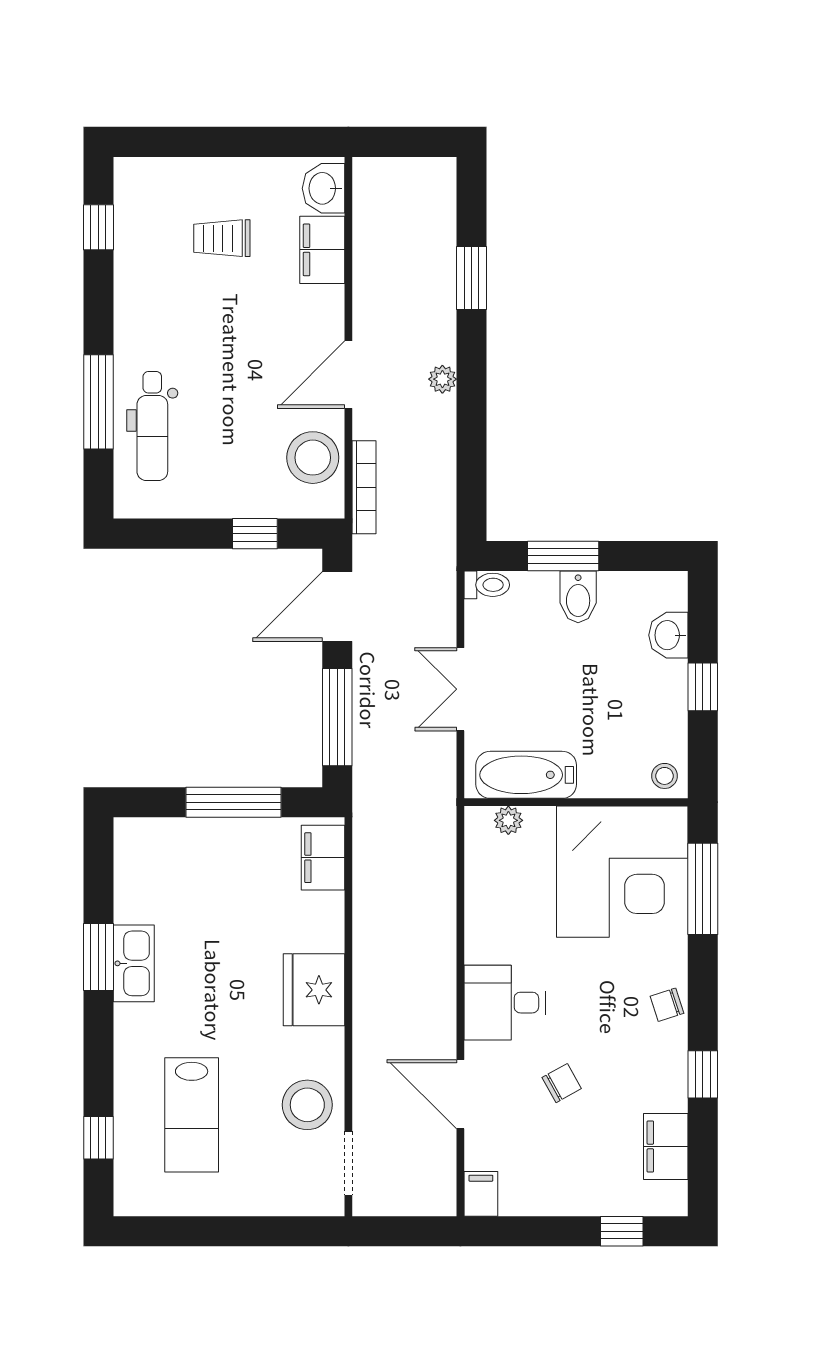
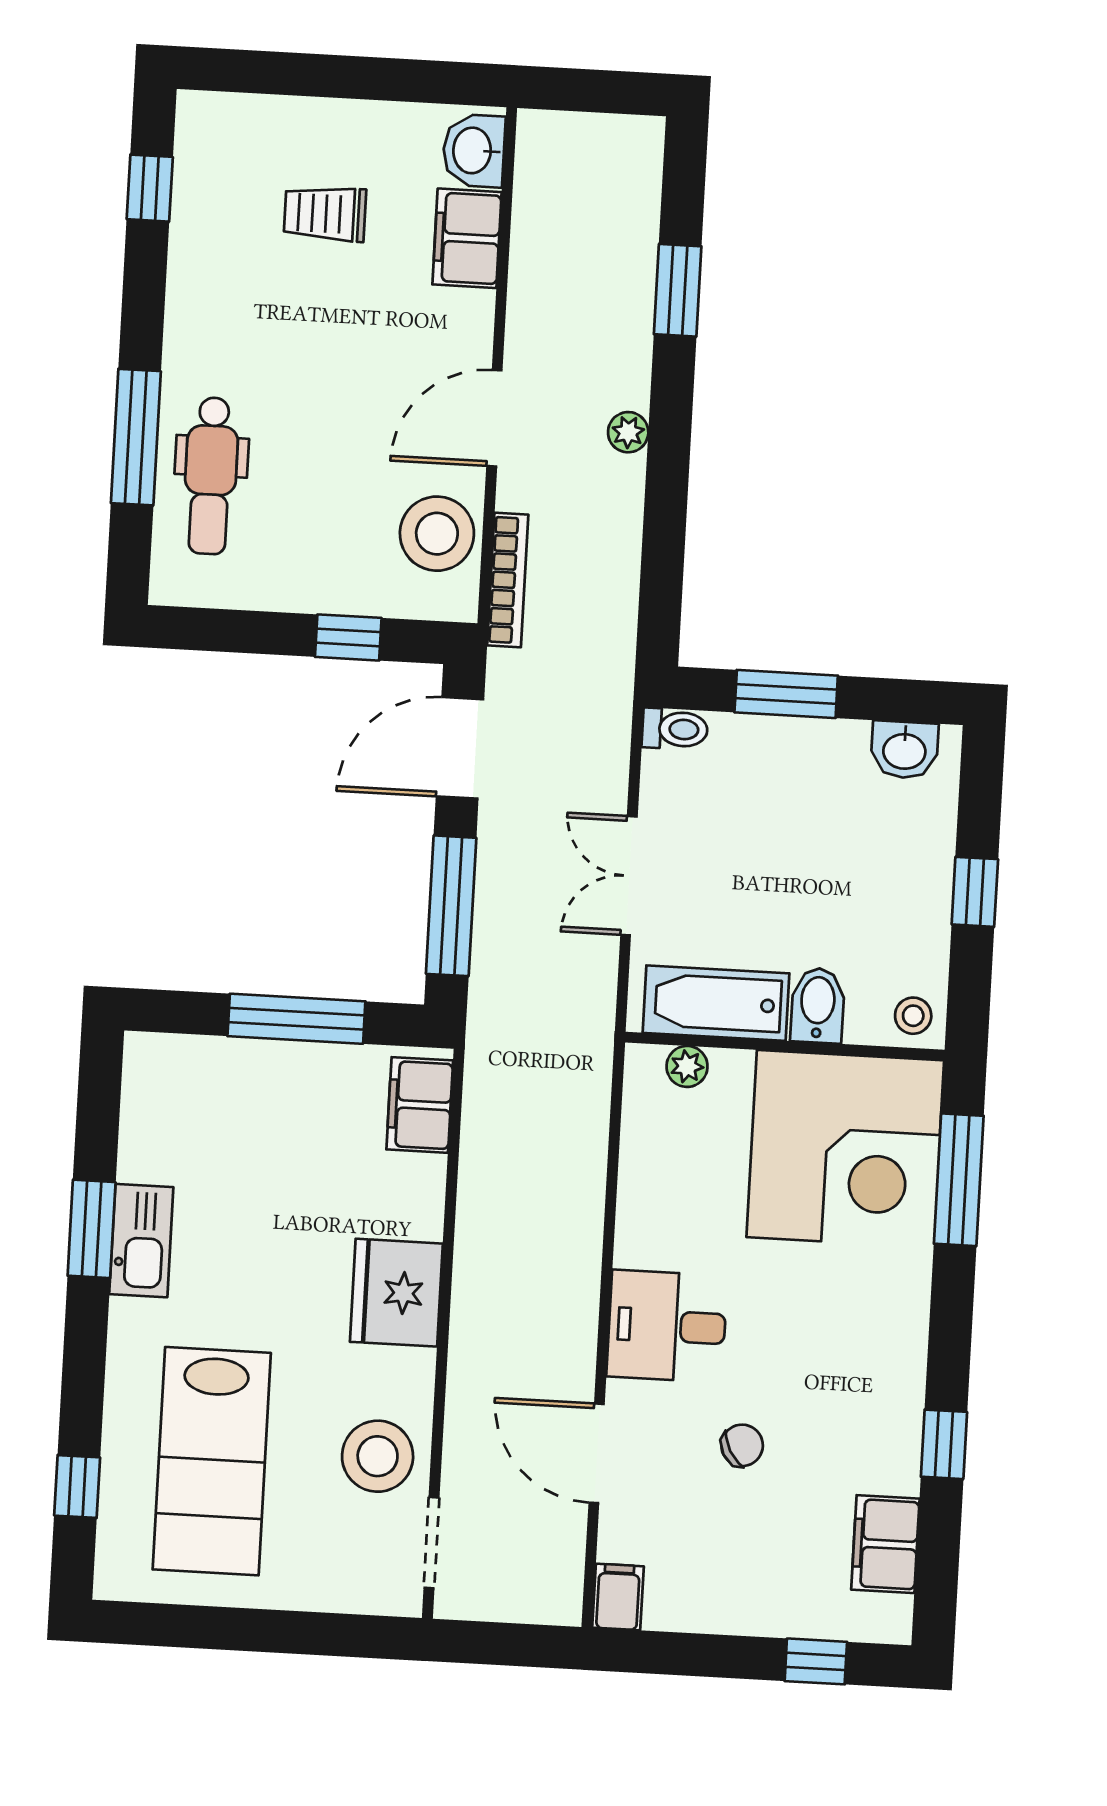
bidet: (578, 597) -> (818, 1005), moved, turned 180
washbasin: (668, 635) -> (904, 750), moved, turned -90
chair: (667, 1005) -> (898, 1342), removed
lab bench: (192, 1115) -> (212, 1461), width x1.36, depth x1.39

